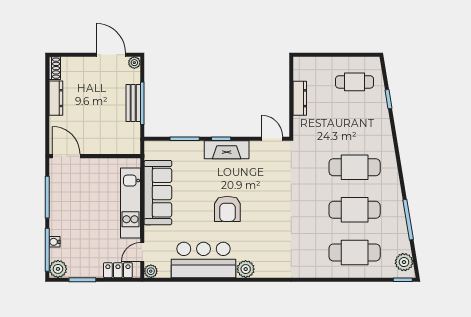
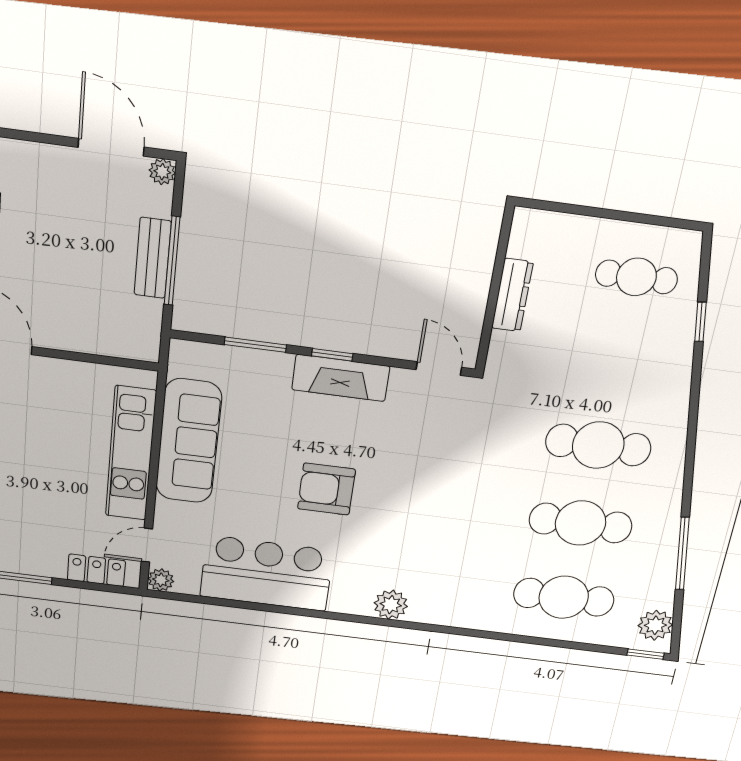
armchair: (227, 209) -> (326, 489), turned 90
plant: (246, 269) -> (391, 605), moved

